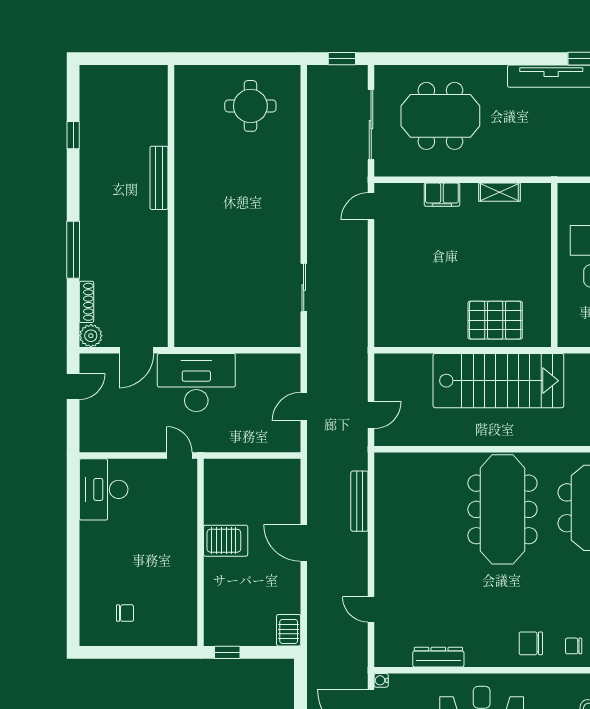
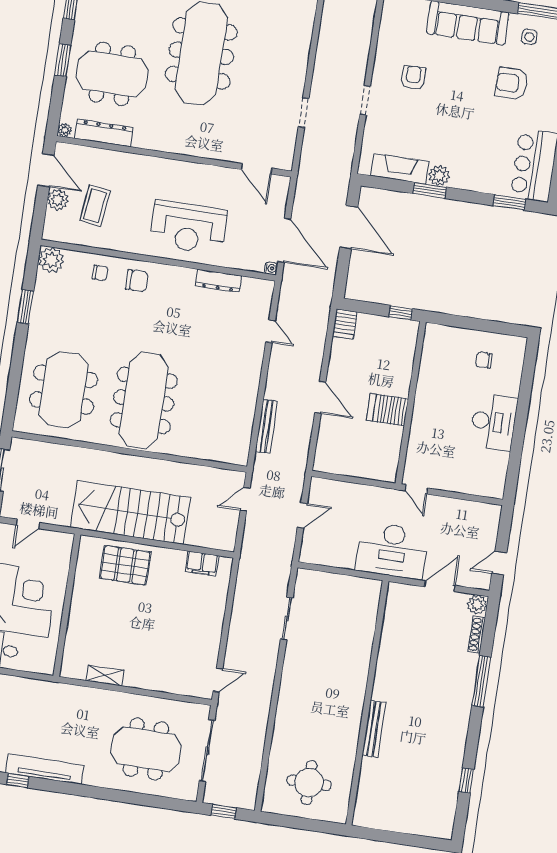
bench: (159, 178) -> (374, 729), moved
filing cabinet: (442, 195) -> (202, 563), moved, turned 180
wall: (171, 206) -> (367, 703), moved
desk: (104, 489) -> (494, 422), moved

